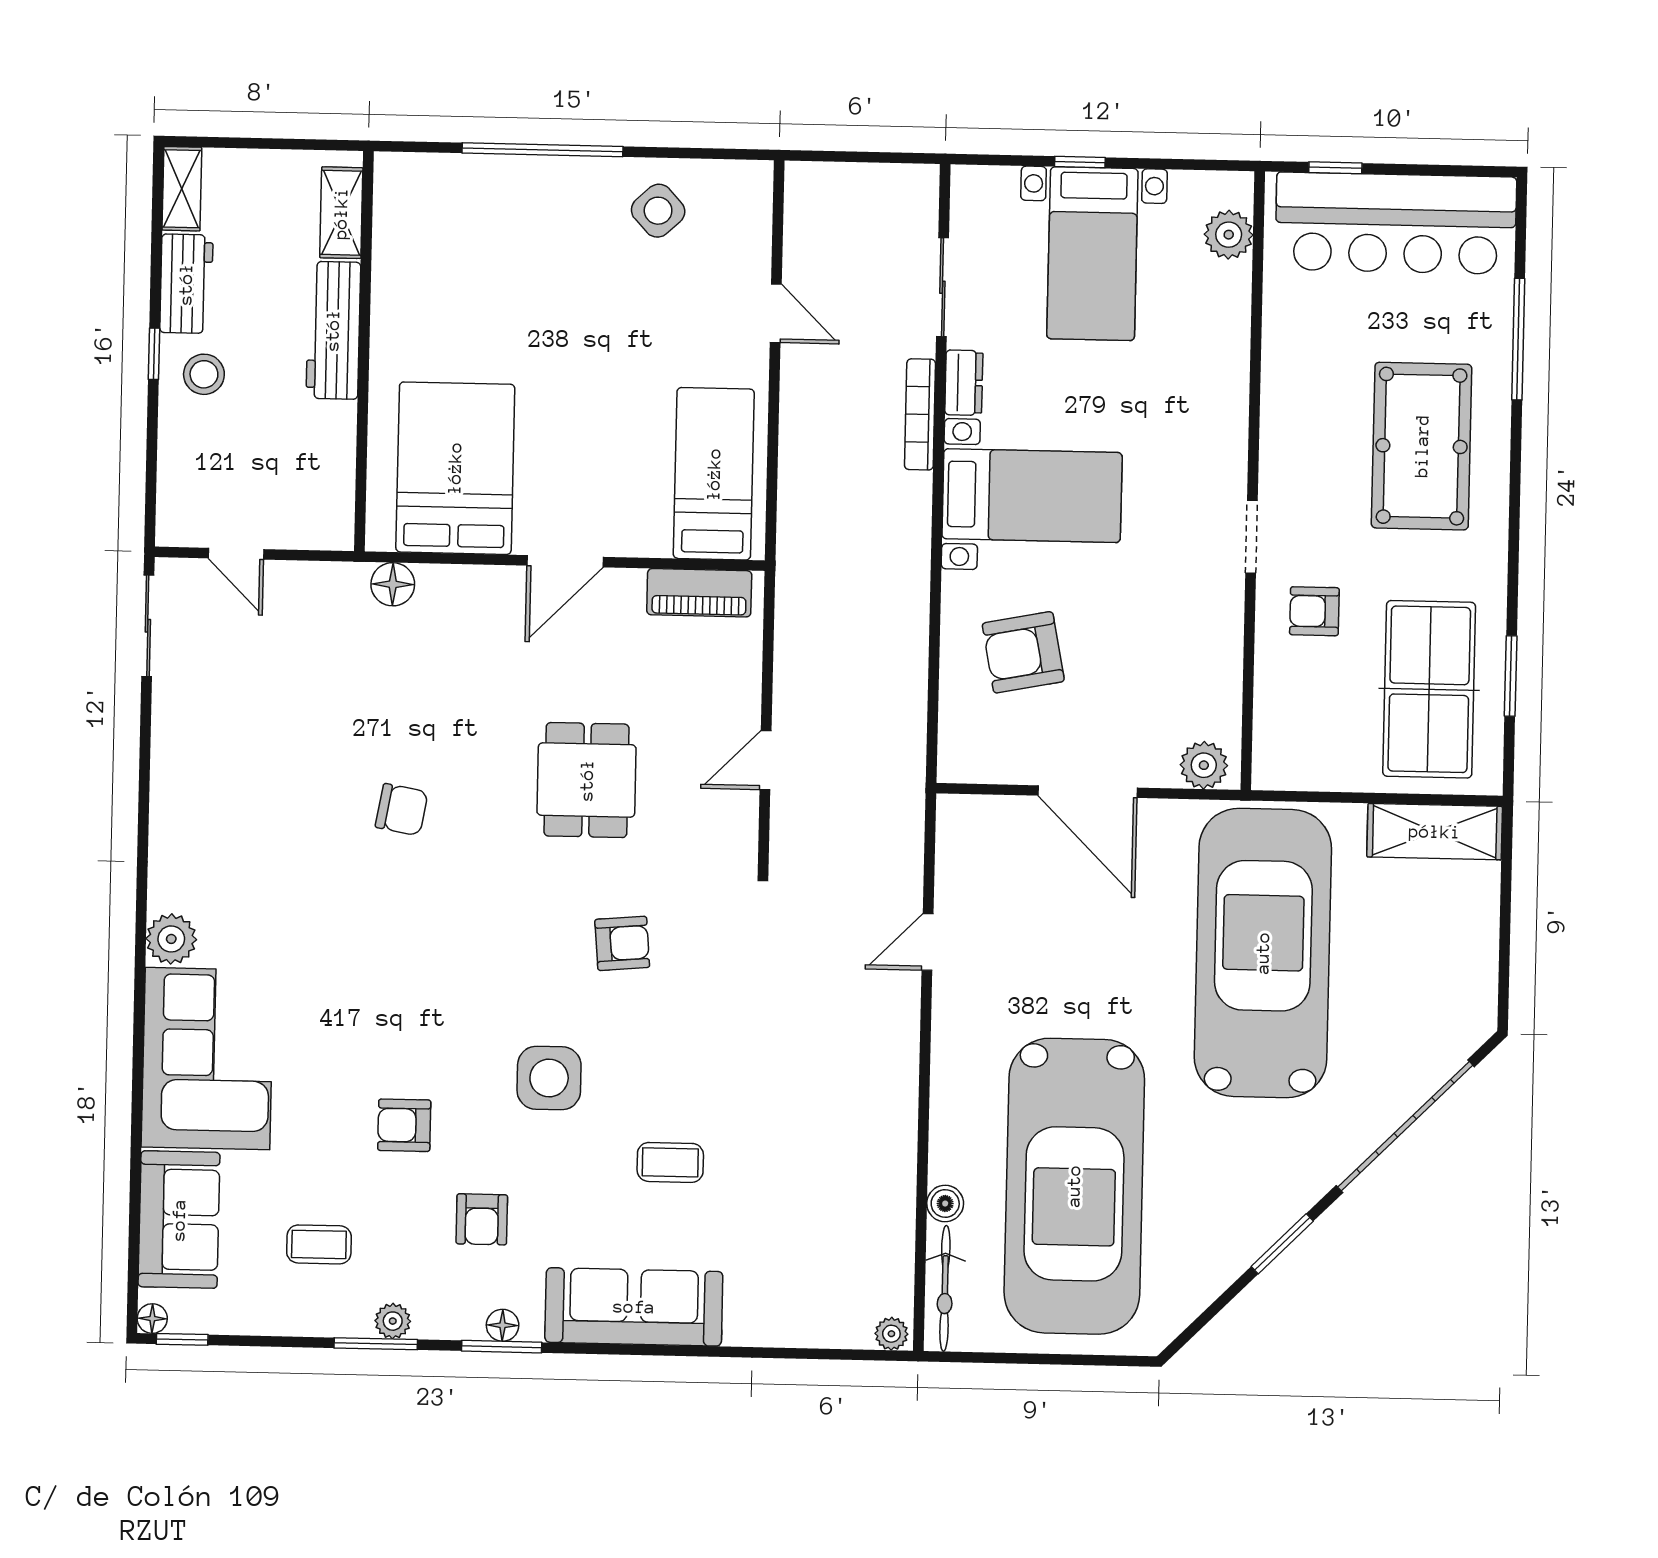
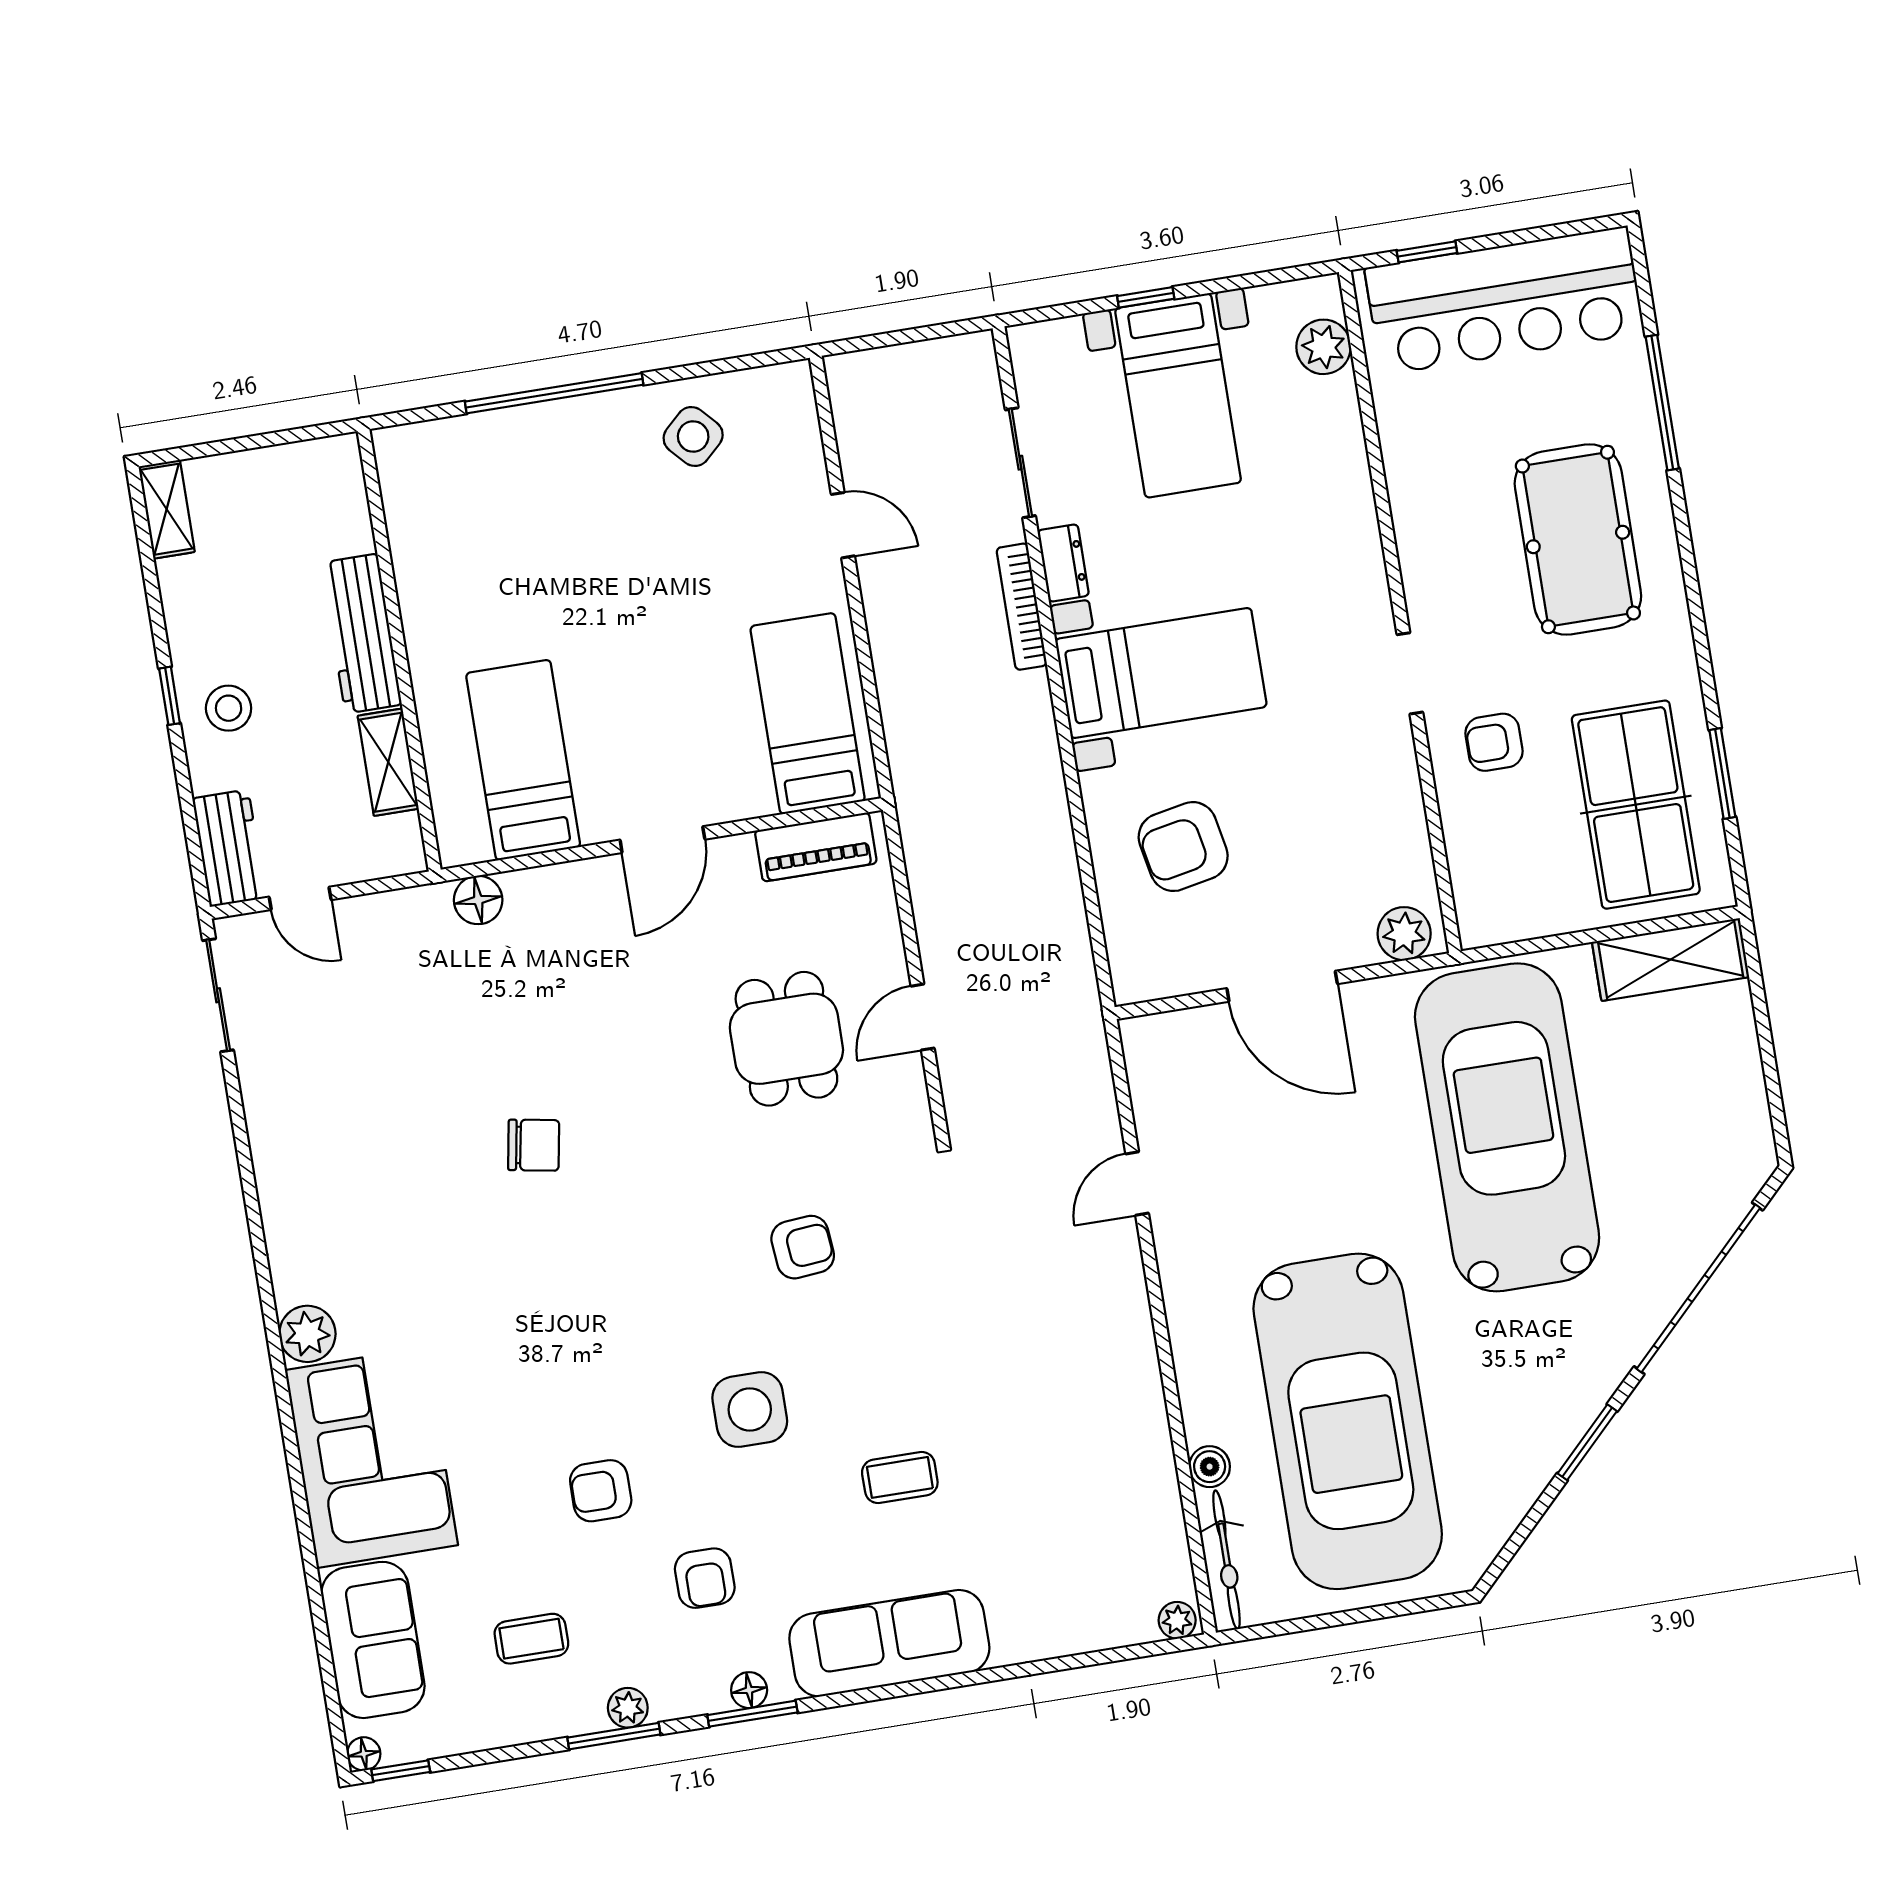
shelving: (341, 213) -> (388, 762), moved
workbench: (186, 284) -> (229, 848), moved
bed: (455, 468) -> (523, 760), width x0.67
dining table: (587, 780) -> (786, 1039), moved

